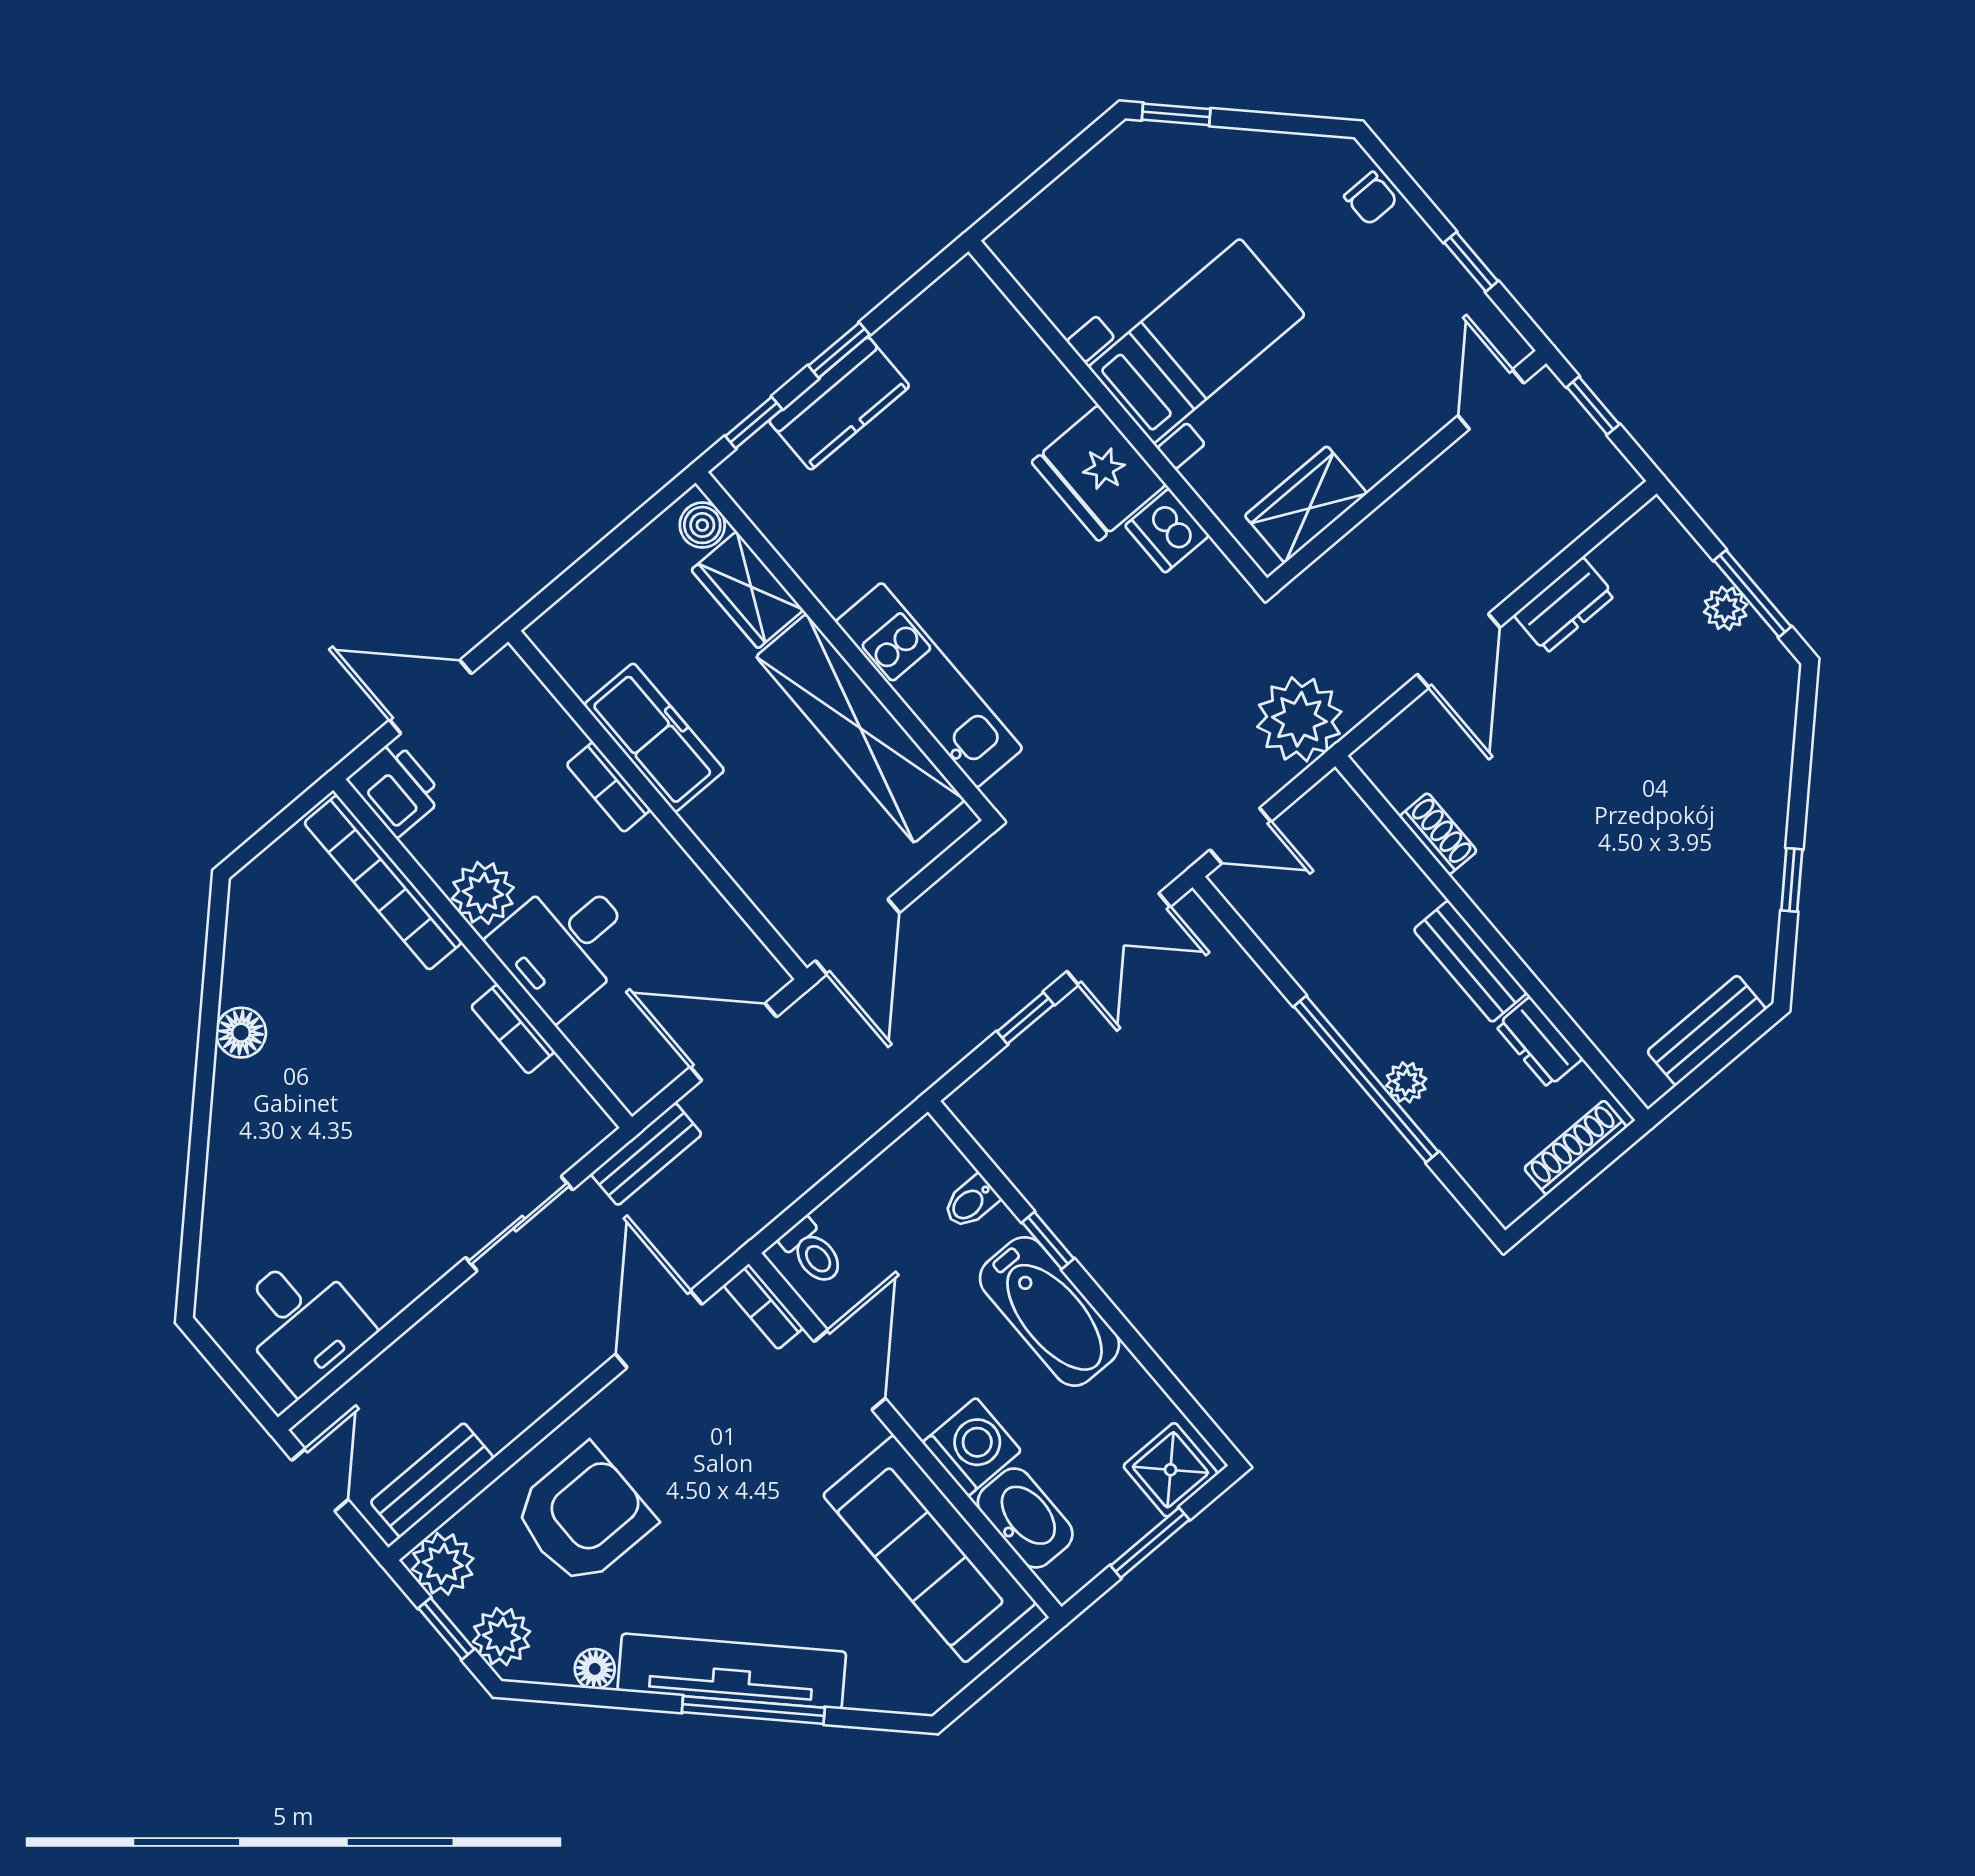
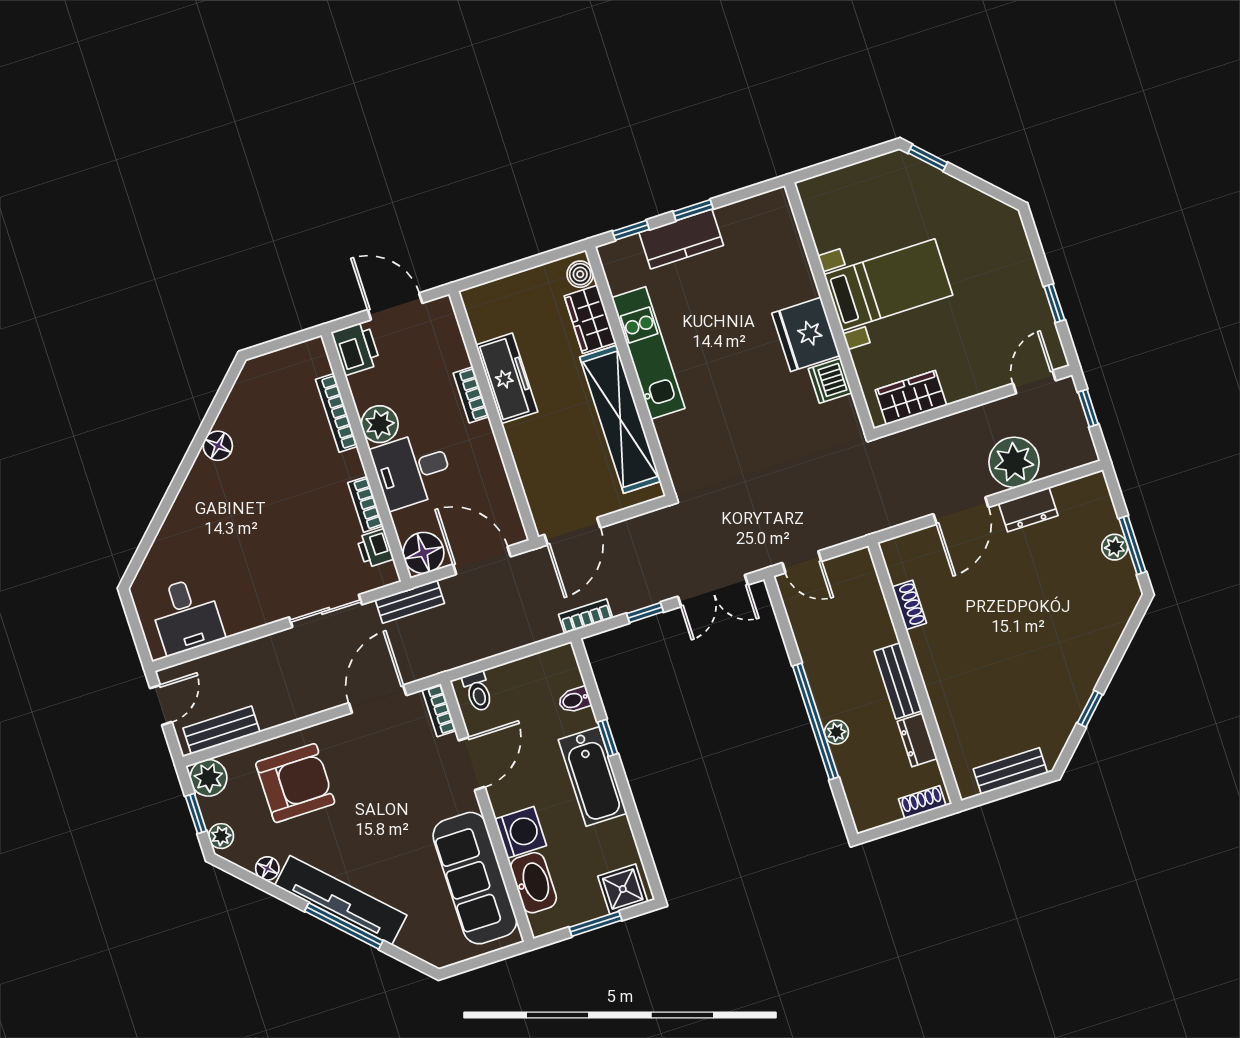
chair: (1371, 198) -> (1014, 247), removed
kitchen unit: (929, 685) -> (648, 353), moved
plant: (1299, 719) -> (1014, 462), moved
bookcase: (383, 883) -> (337, 413), width x0.68, depth x0.76
bookcase: (934, 1062) -> (586, 616), added
floor lamp: (636, 1068) -> (423, 553), added
printer: (557, 1092) -> (375, 548), added
shoe rack: (1575, 1148) -> (922, 802), width x0.70
plant: (502, 1637) -> (221, 836), width x0.73, depth x0.73

